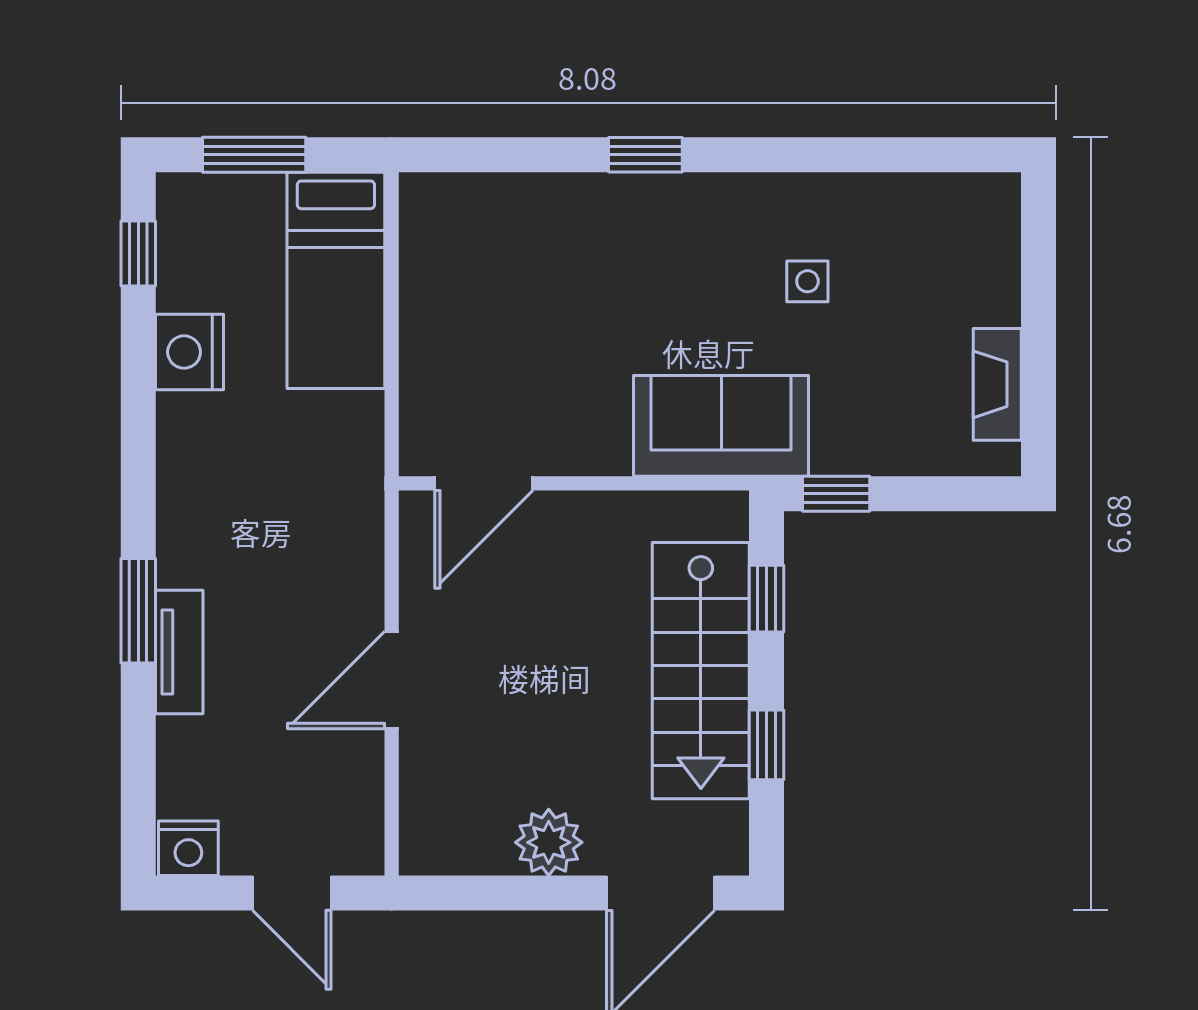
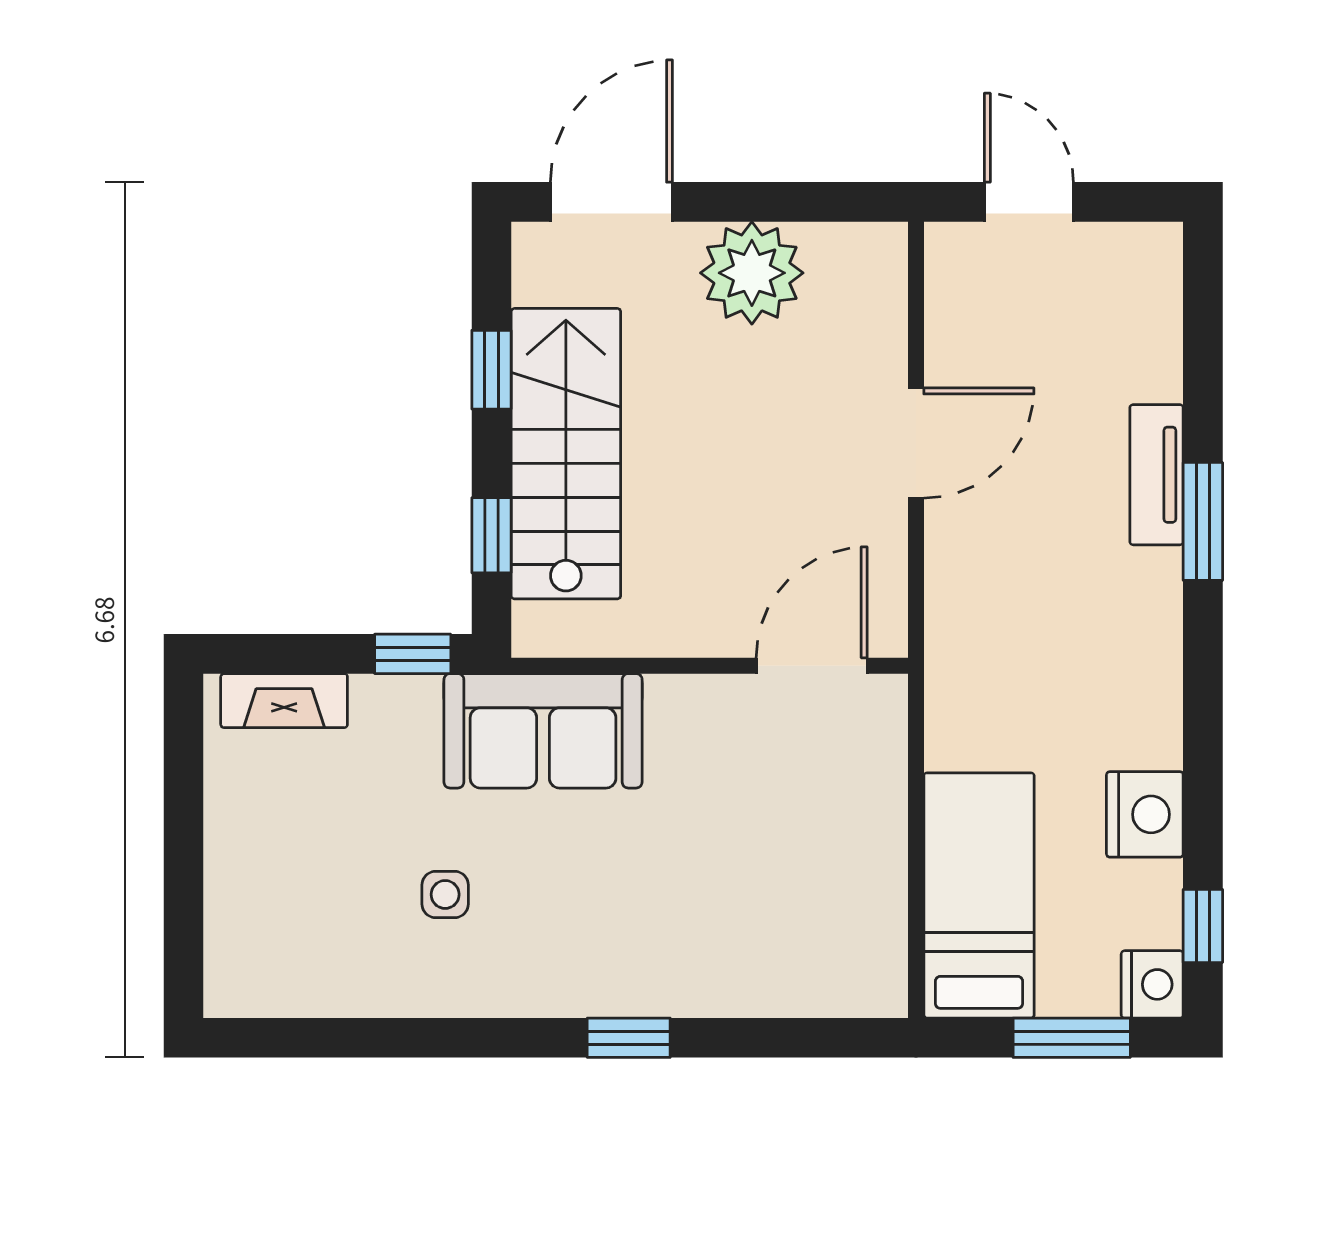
fireplace: (997, 384) -> (284, 701), moved, turned 90
plant: (549, 842) -> (752, 273), width x1.36, depth x1.36
nightstand: (188, 848) -> (1152, 984), moved, turned 90

